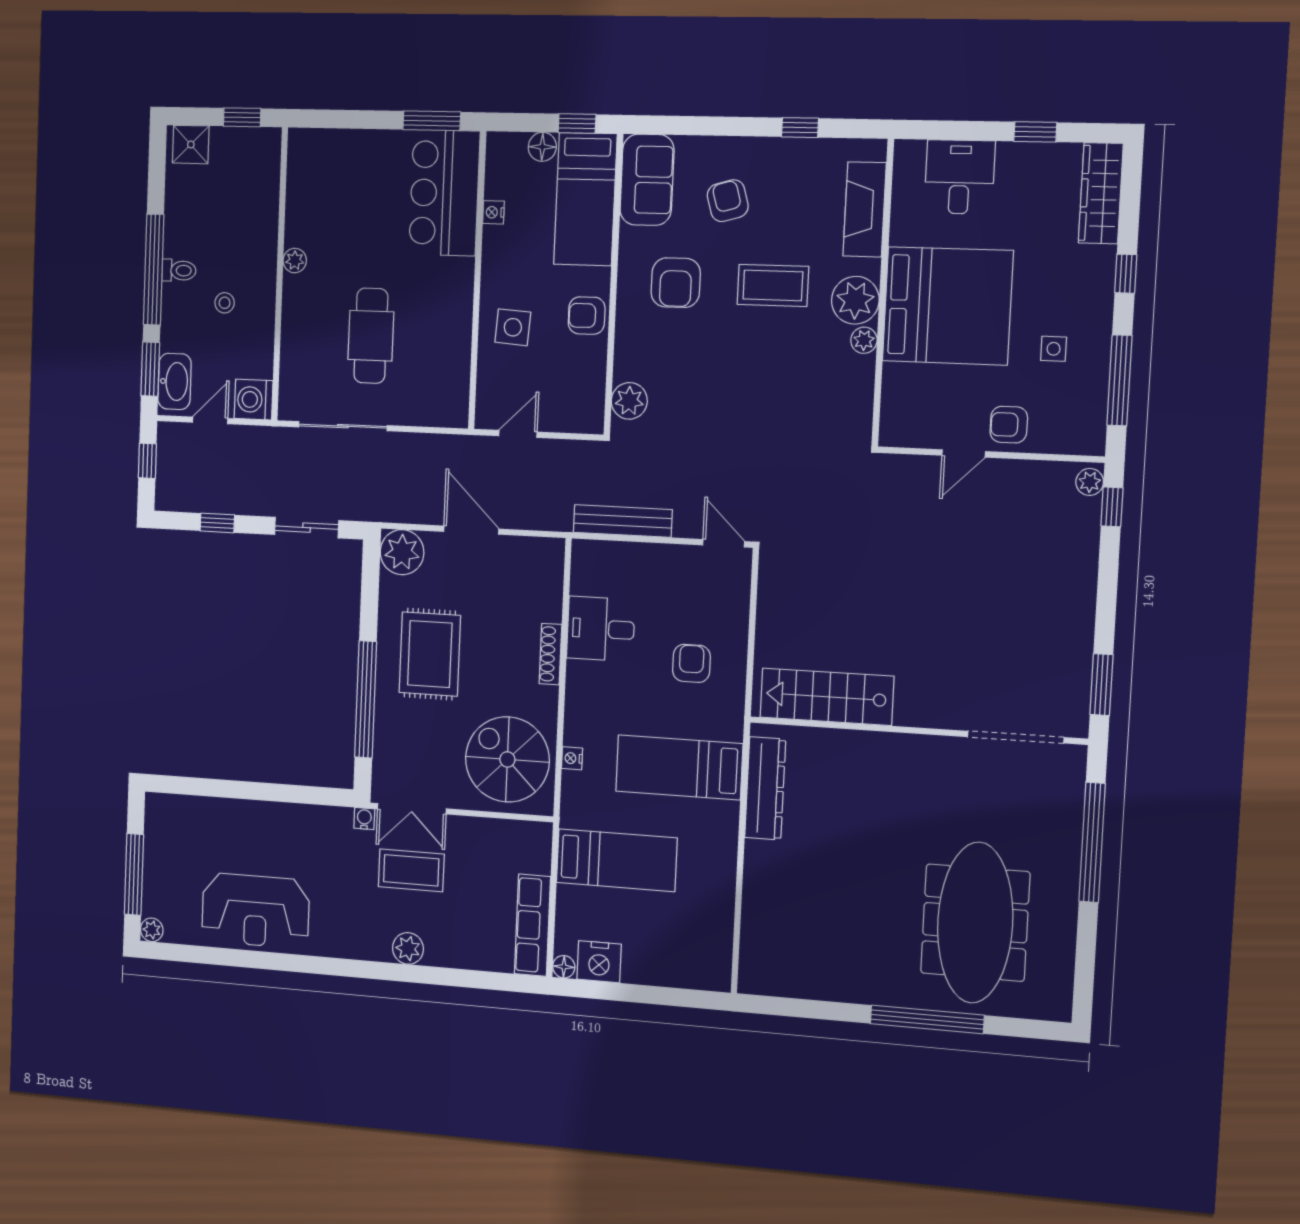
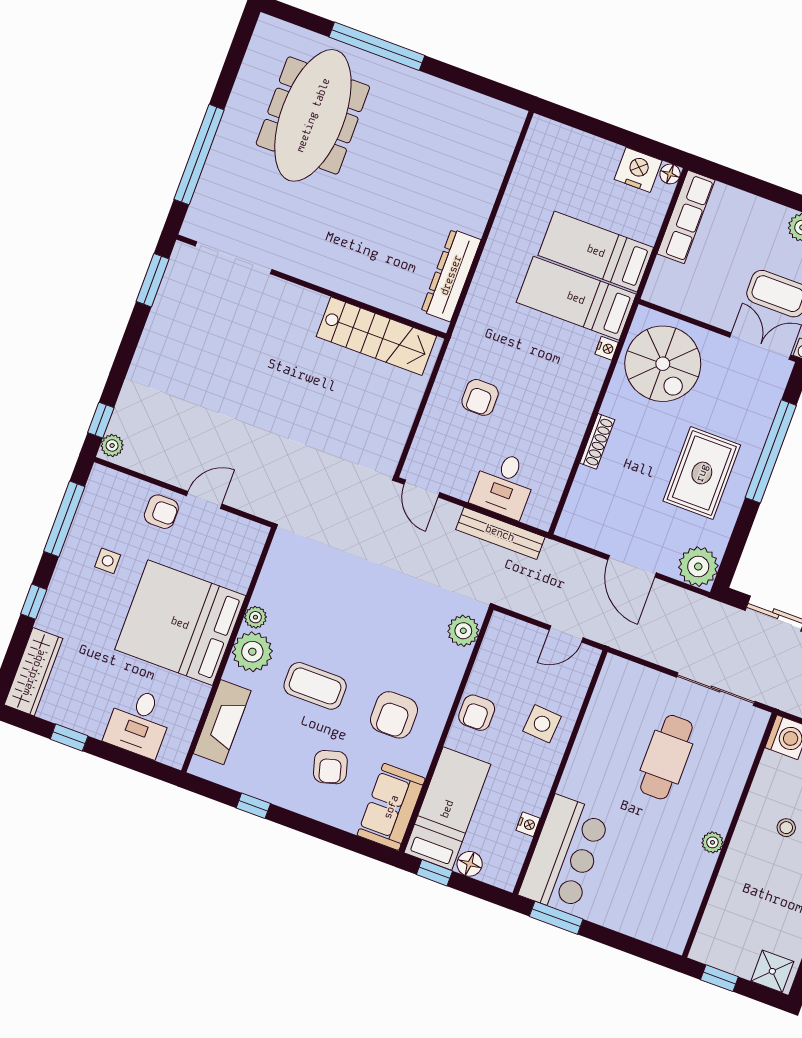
armchair: (676, 283) -> (394, 715), turned 180
armchair: (587, 316) -> (477, 713), turned 90
desk: (601, 629) -> (504, 485), moved, turned 90
bed: (679, 767) -> (576, 298), moved, turned 180

